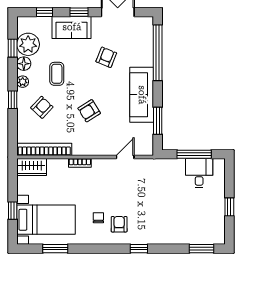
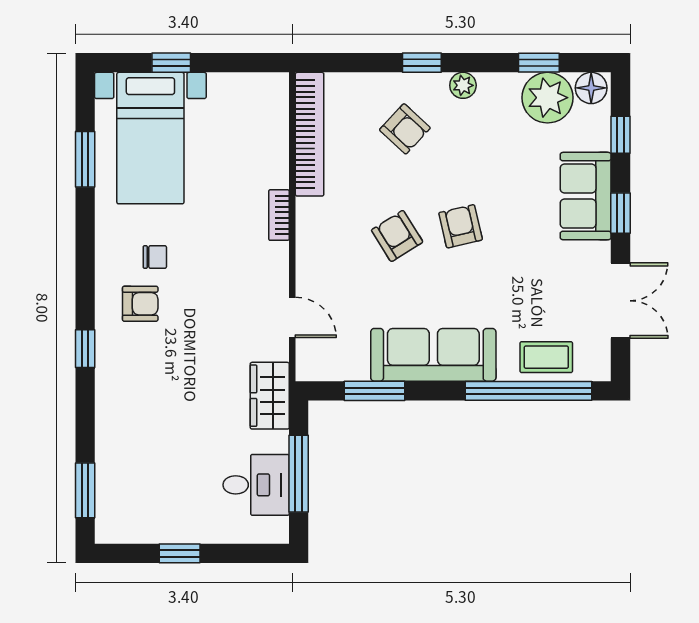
armchair: (106, 57) -> (461, 226), moved, turned -125
floor lamp: (24, 64) -> (591, 88), moved
coffee table: (57, 74) -> (546, 357), moved
wardrobe: (32, 167) -> (270, 396), moved

